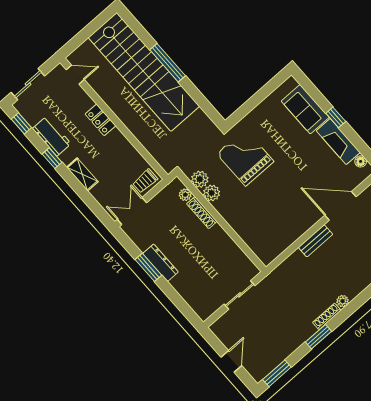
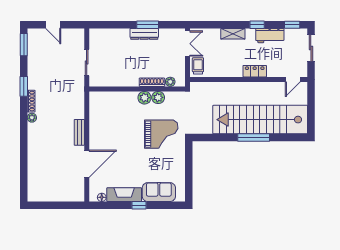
plant: (200, 179) -> (144, 98), moved

